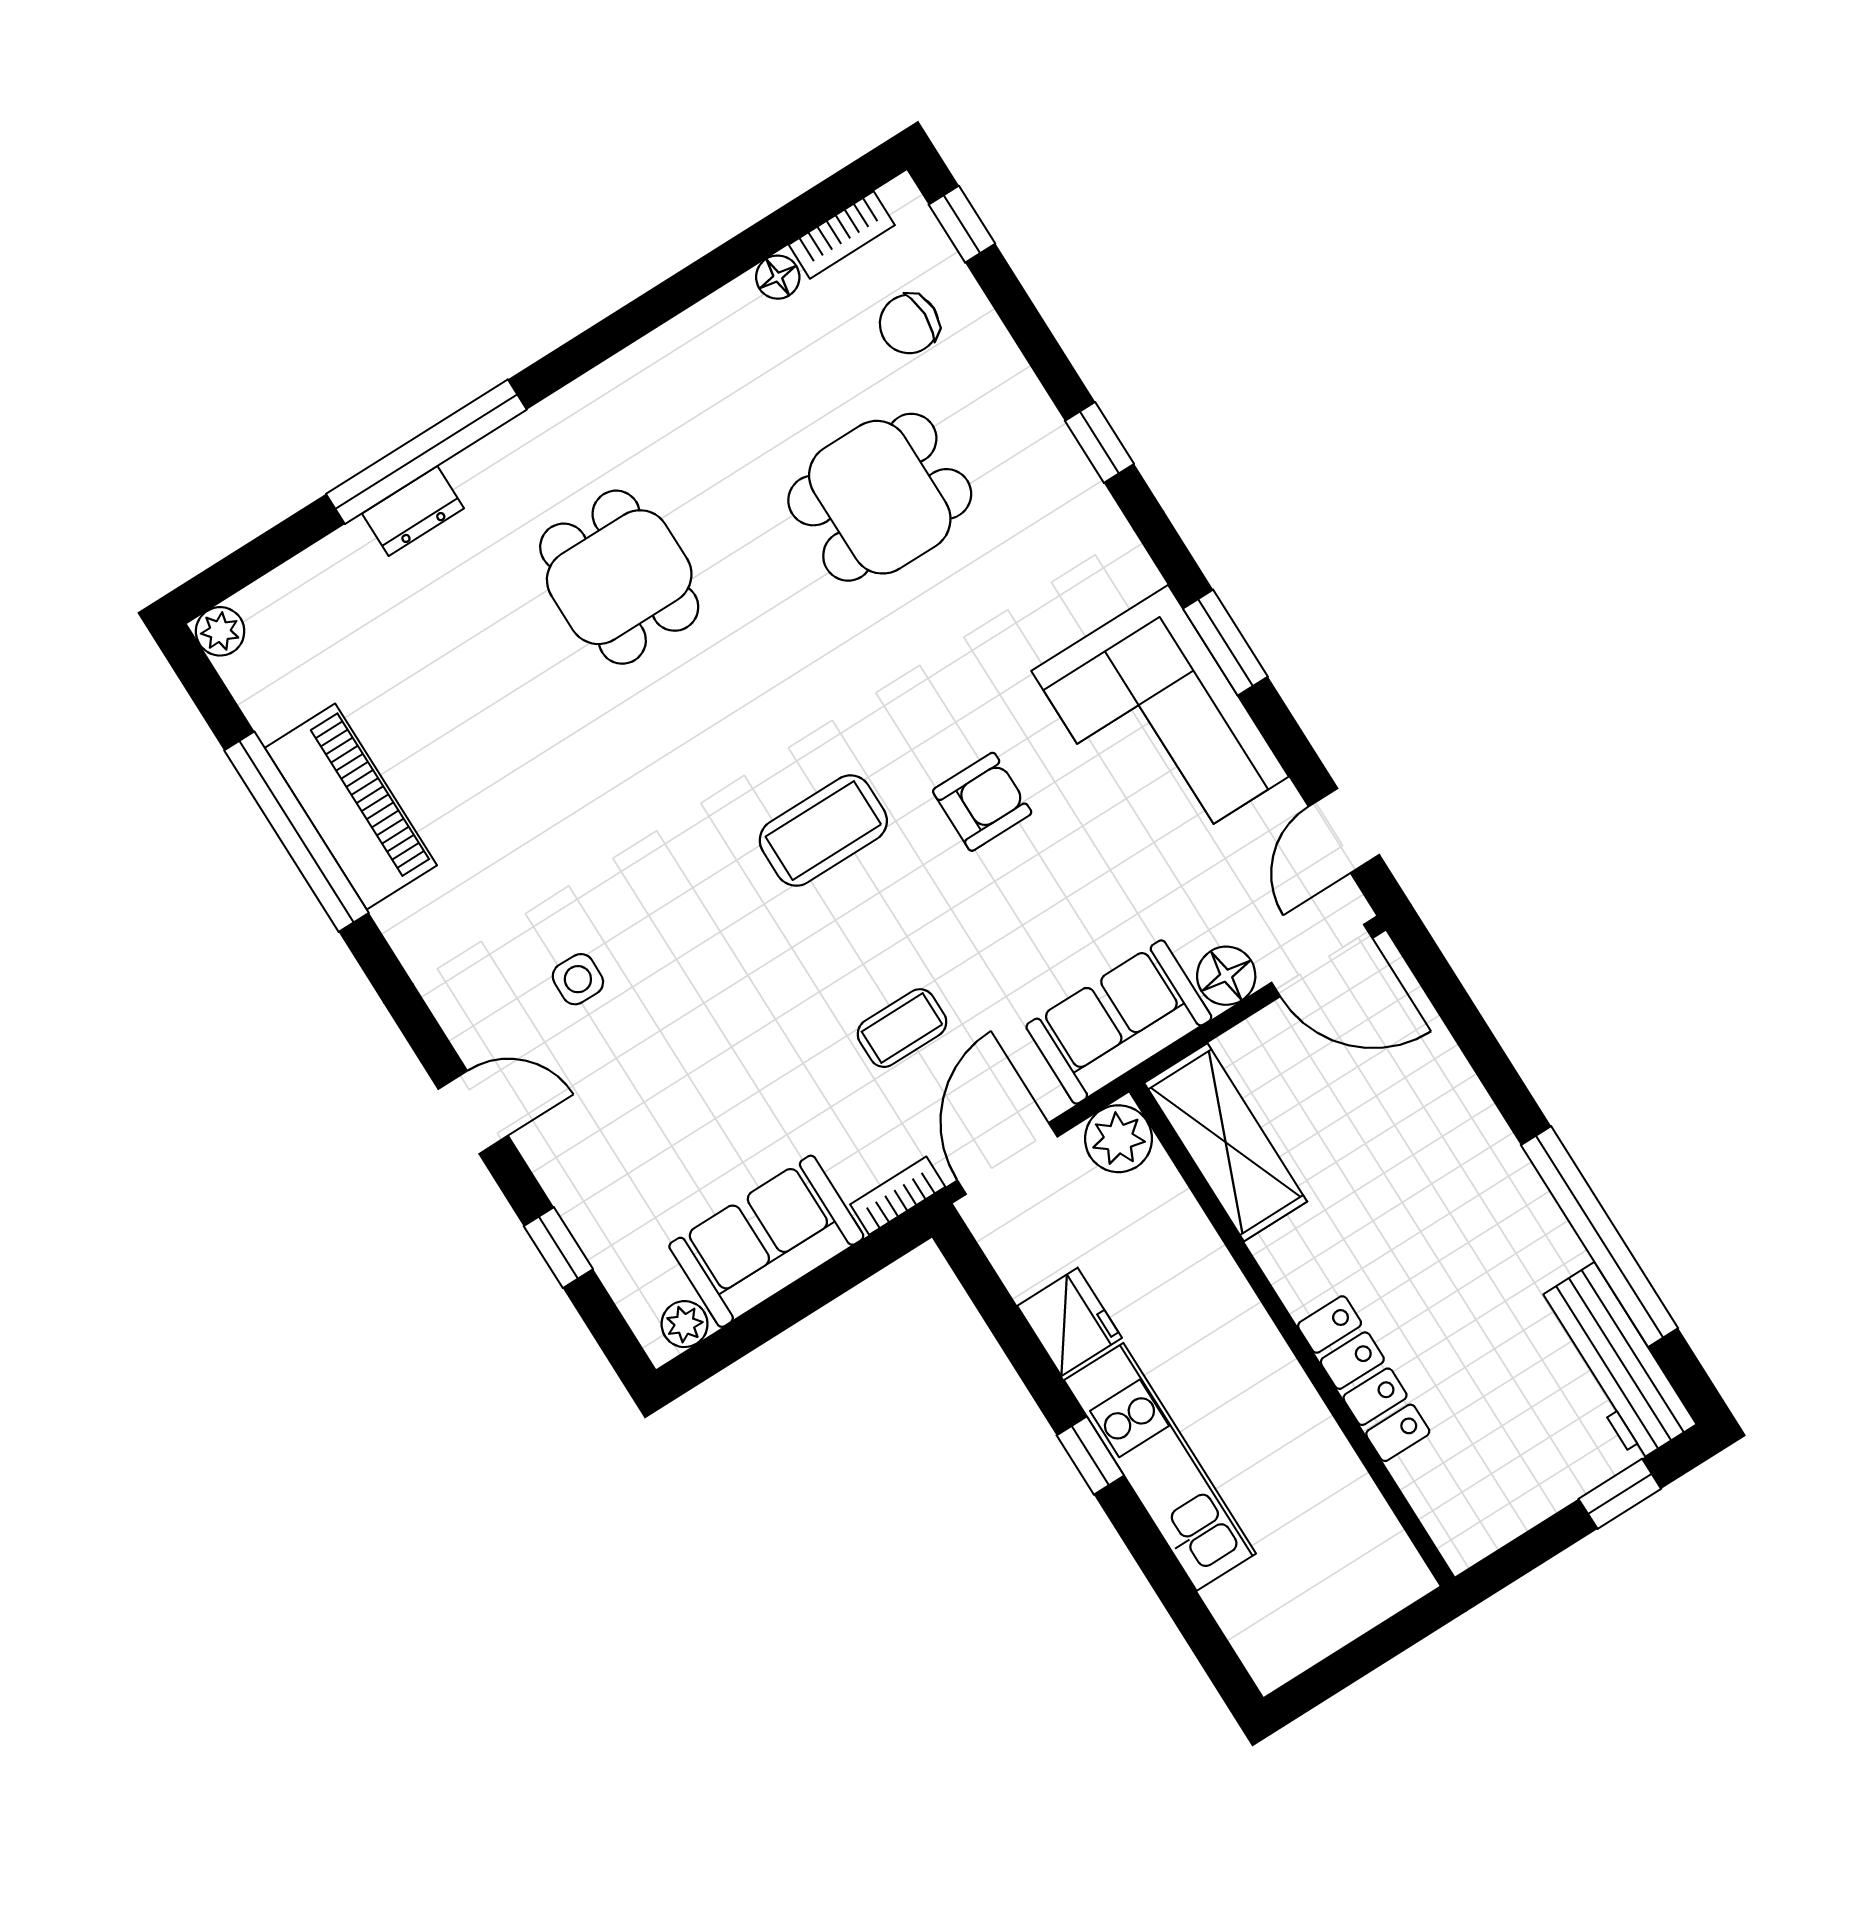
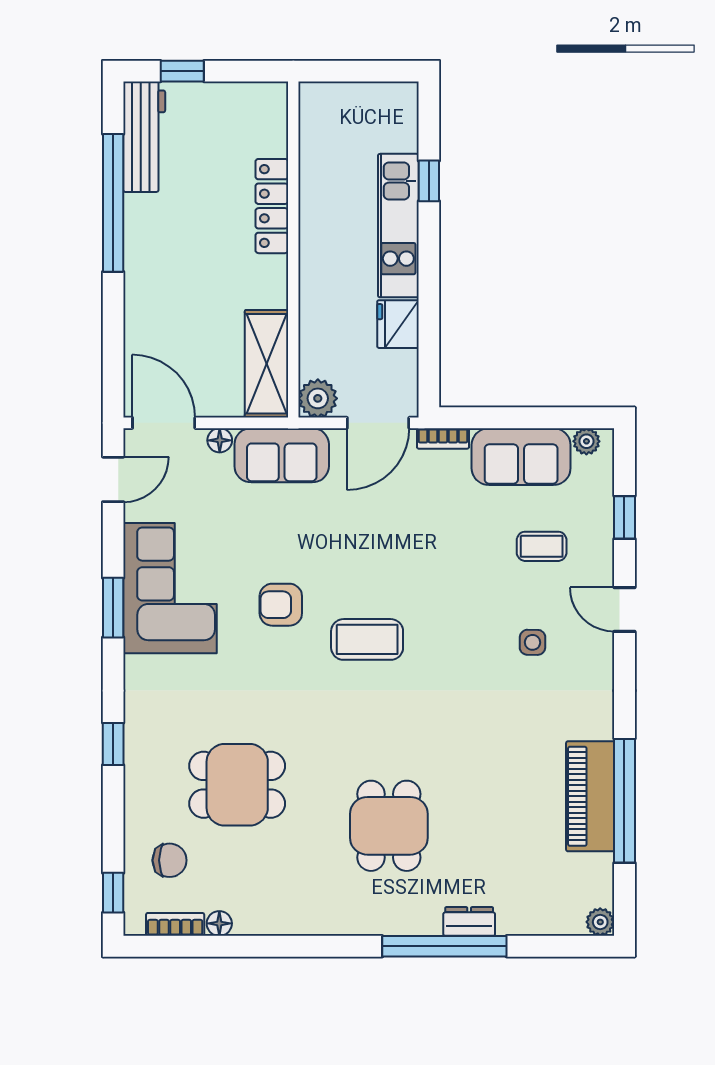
floor lamp: (1226, 976) -> (220, 440), width x0.73, depth x0.73
coffee table: (902, 1028) -> (542, 546), moved
window: (1090, 1456) -> (429, 181), moved

